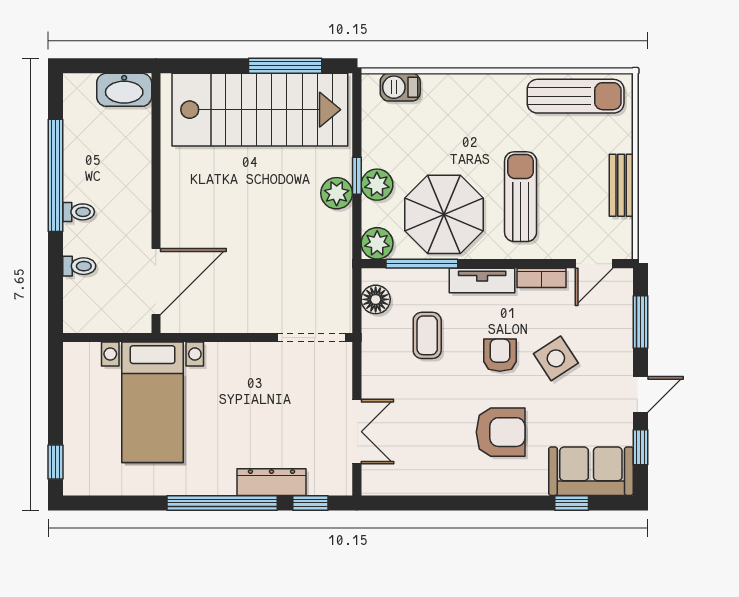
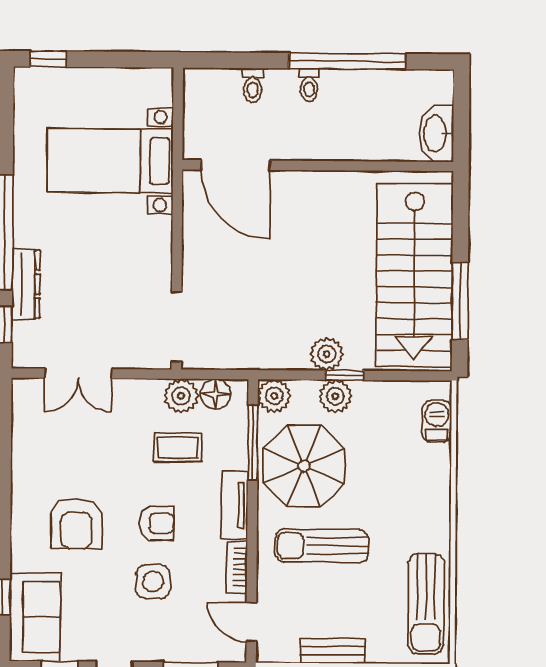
sun lounger: (521, 197) -> (322, 546), turned 180
plant: (378, 333) -> (181, 396), added
side table: (556, 358) -> (153, 582), turned 33

